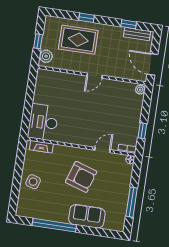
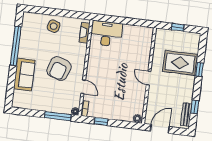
rug: (78, 40) -> (180, 63), turned 90
plant: (46, 56) -> (165, 35), removed
window: (132, 202) -> (58, 116), moved

